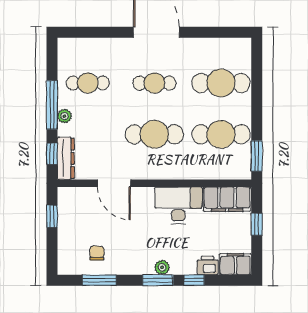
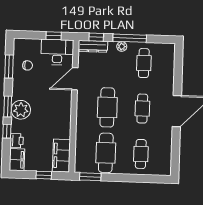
cafe table: (221, 83) -> (141, 154), width x0.73, depth x0.74
desk: (178, 205) -> (57, 52), moved, turned -90
plant: (162, 267) -> (21, 110), width x1.87, depth x1.87

